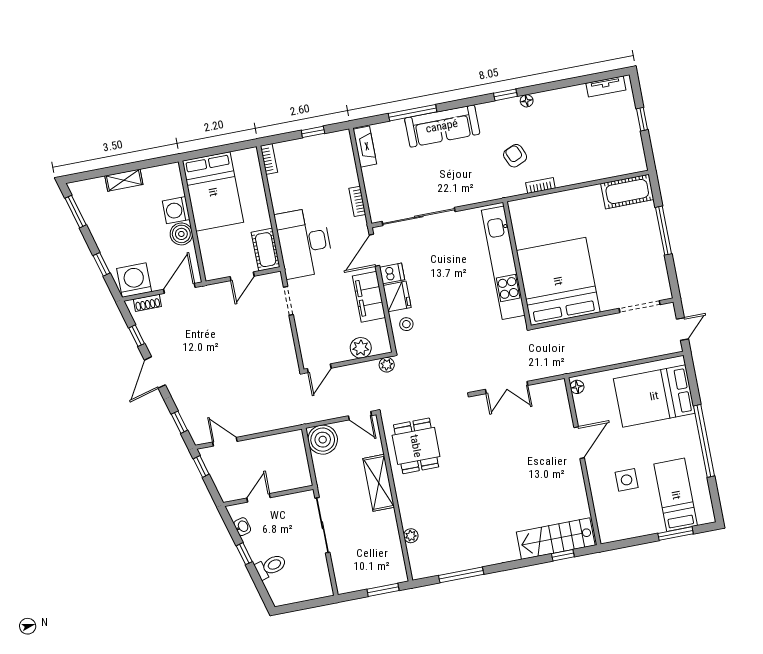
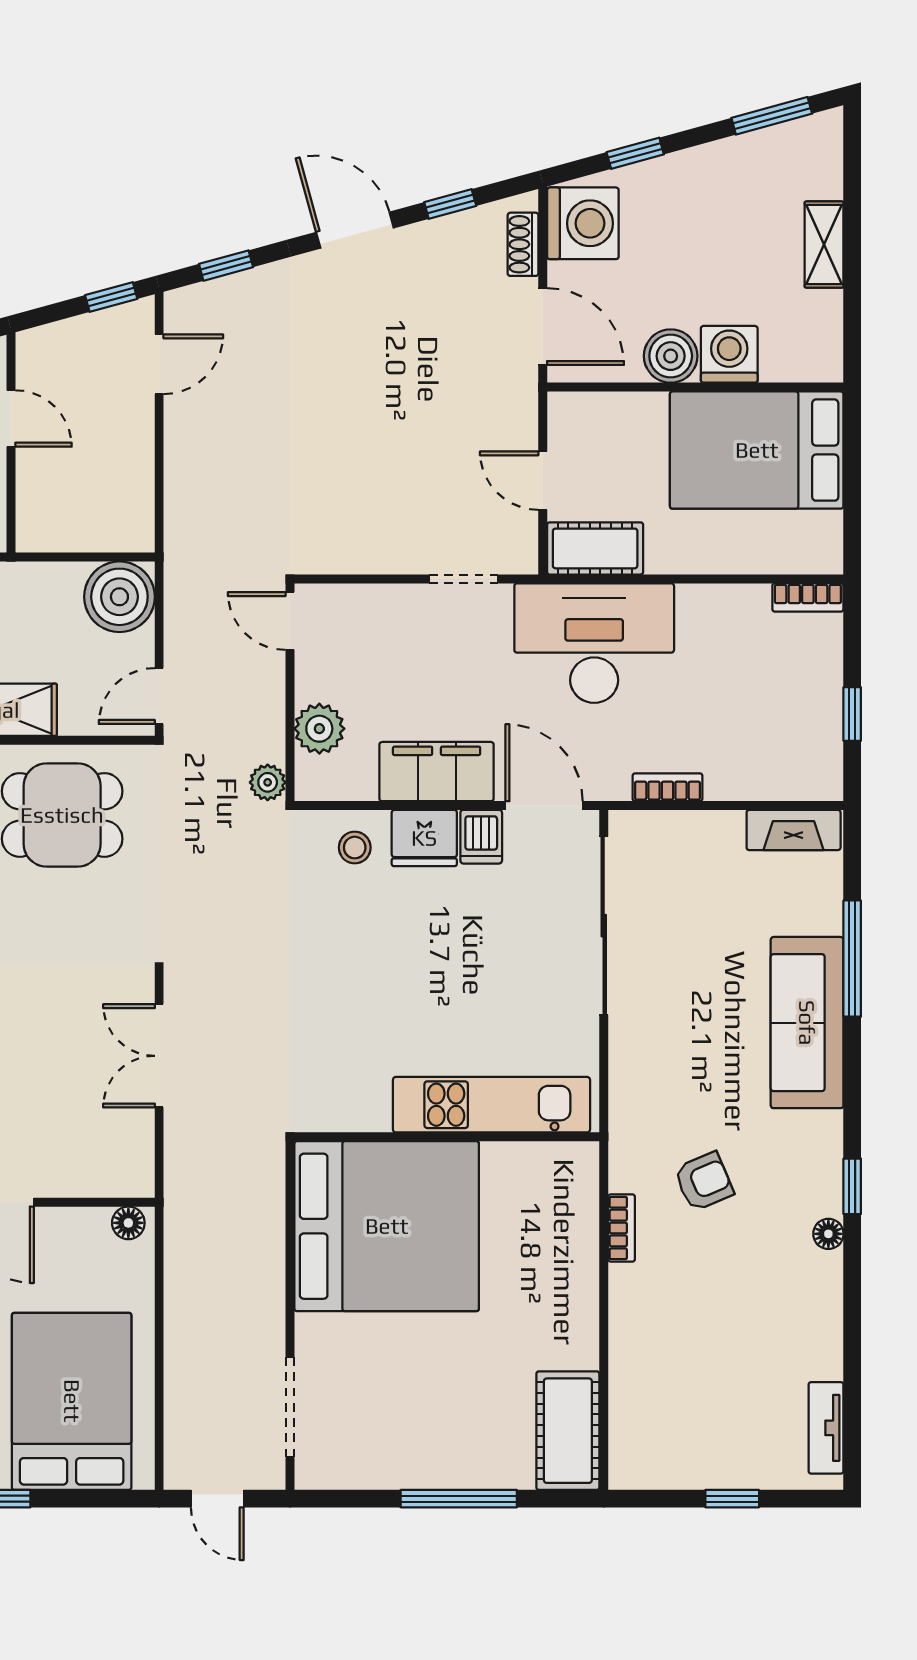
kitchen unit: (503, 263) -> (491, 1105), width x0.73

